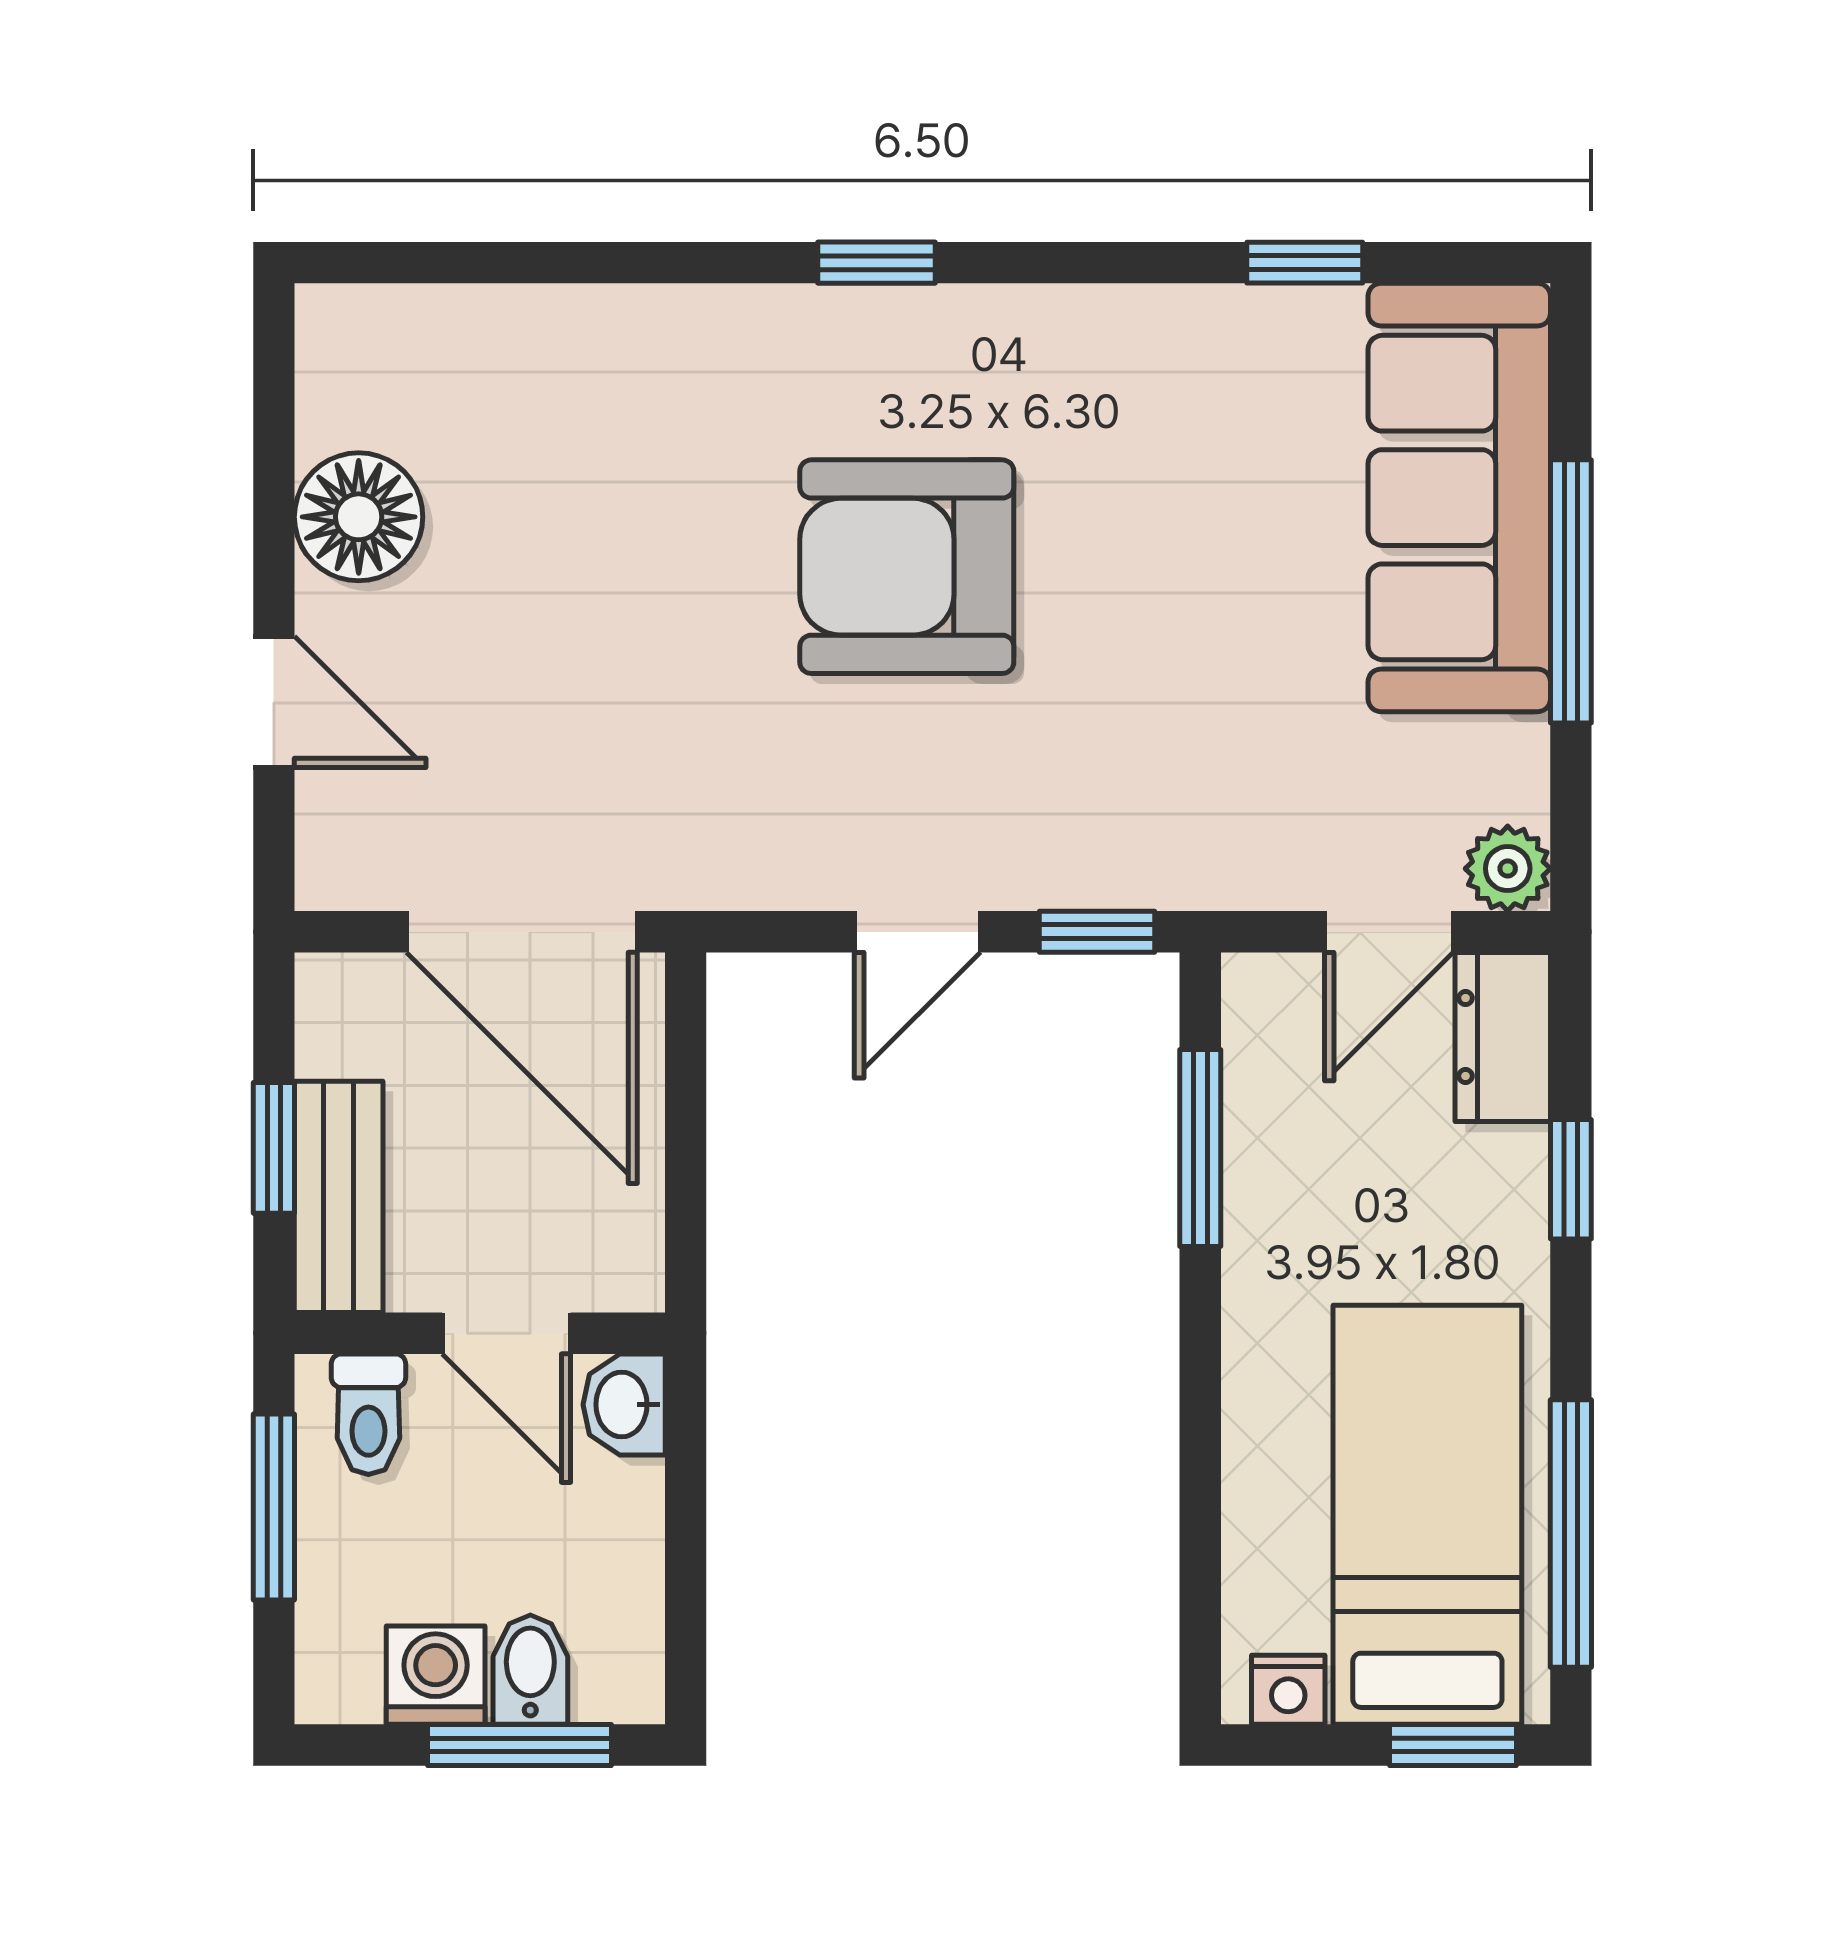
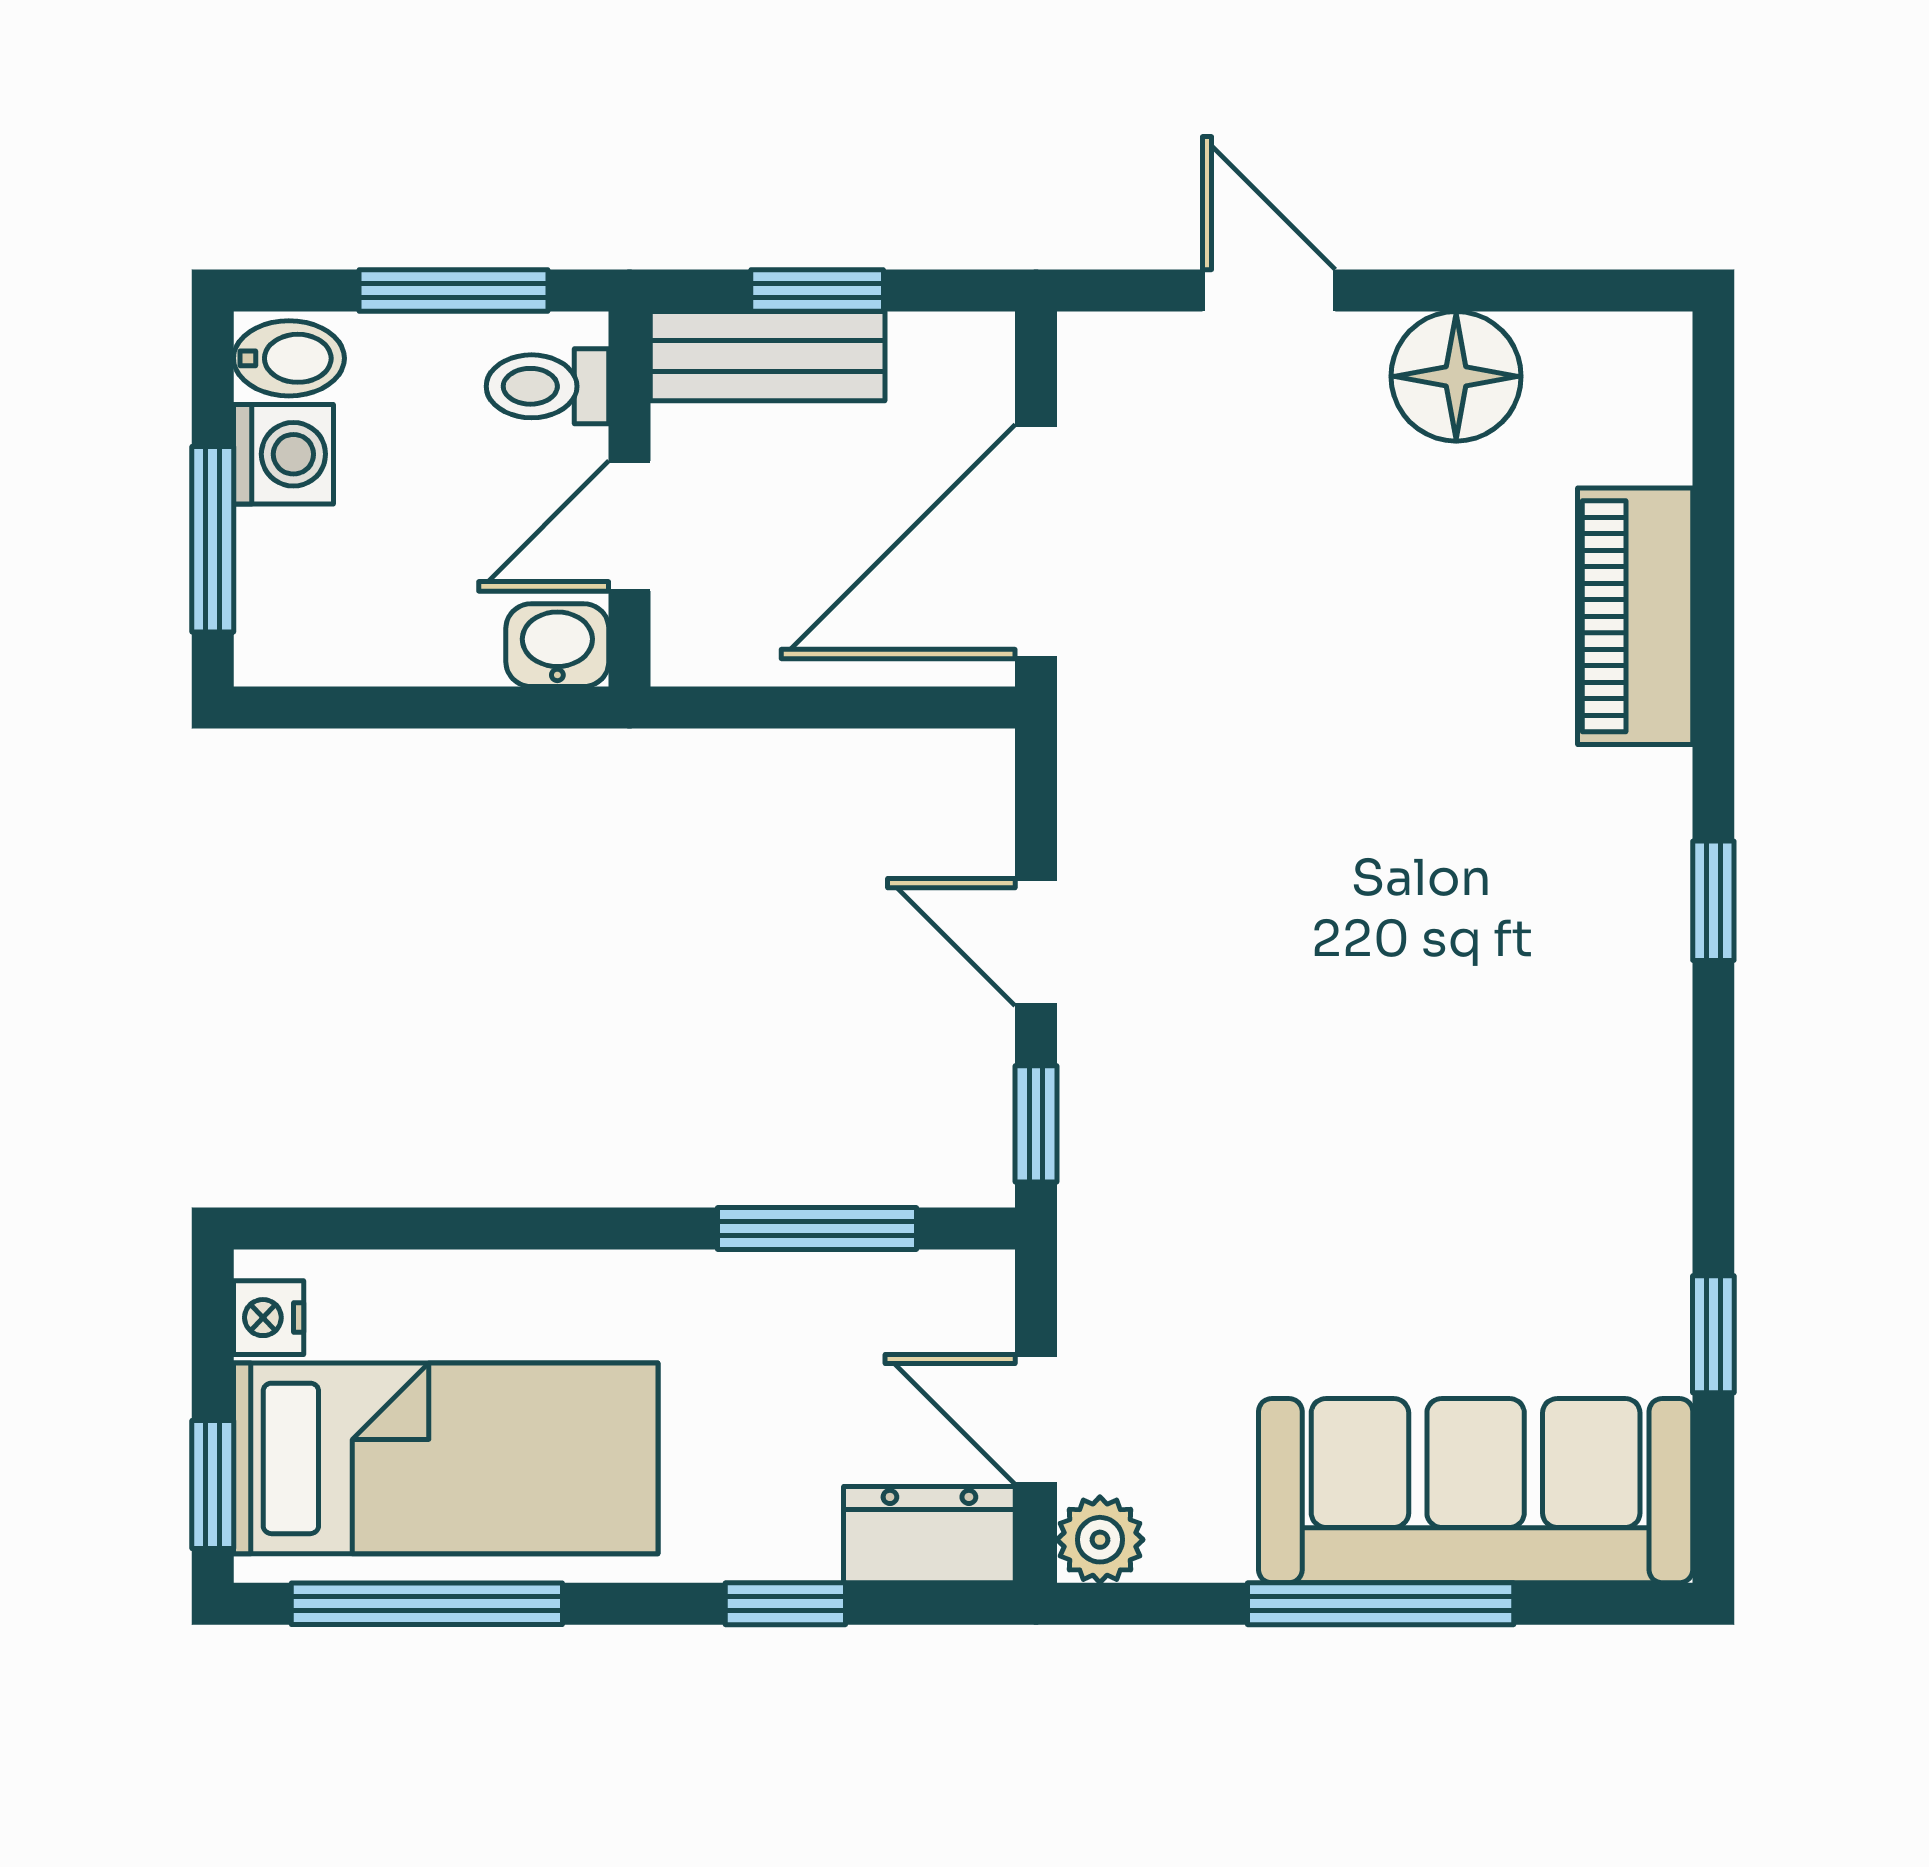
piano: (596, 340) -> (1635, 616), added
armchair: (907, 567) -> (1406, 931), removed
door: (274, 702) -> (1269, 291), swing flipped
bidet: (530, 1670) -> (289, 358), moved

